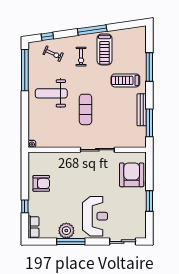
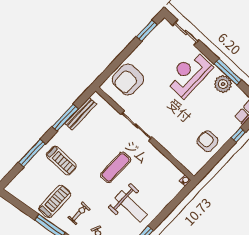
bench: (142, 110) -> (81, 114), moved
window: (149, 123) -> (65, 118), moved
window: (149, 201) -> (147, 31), moved

